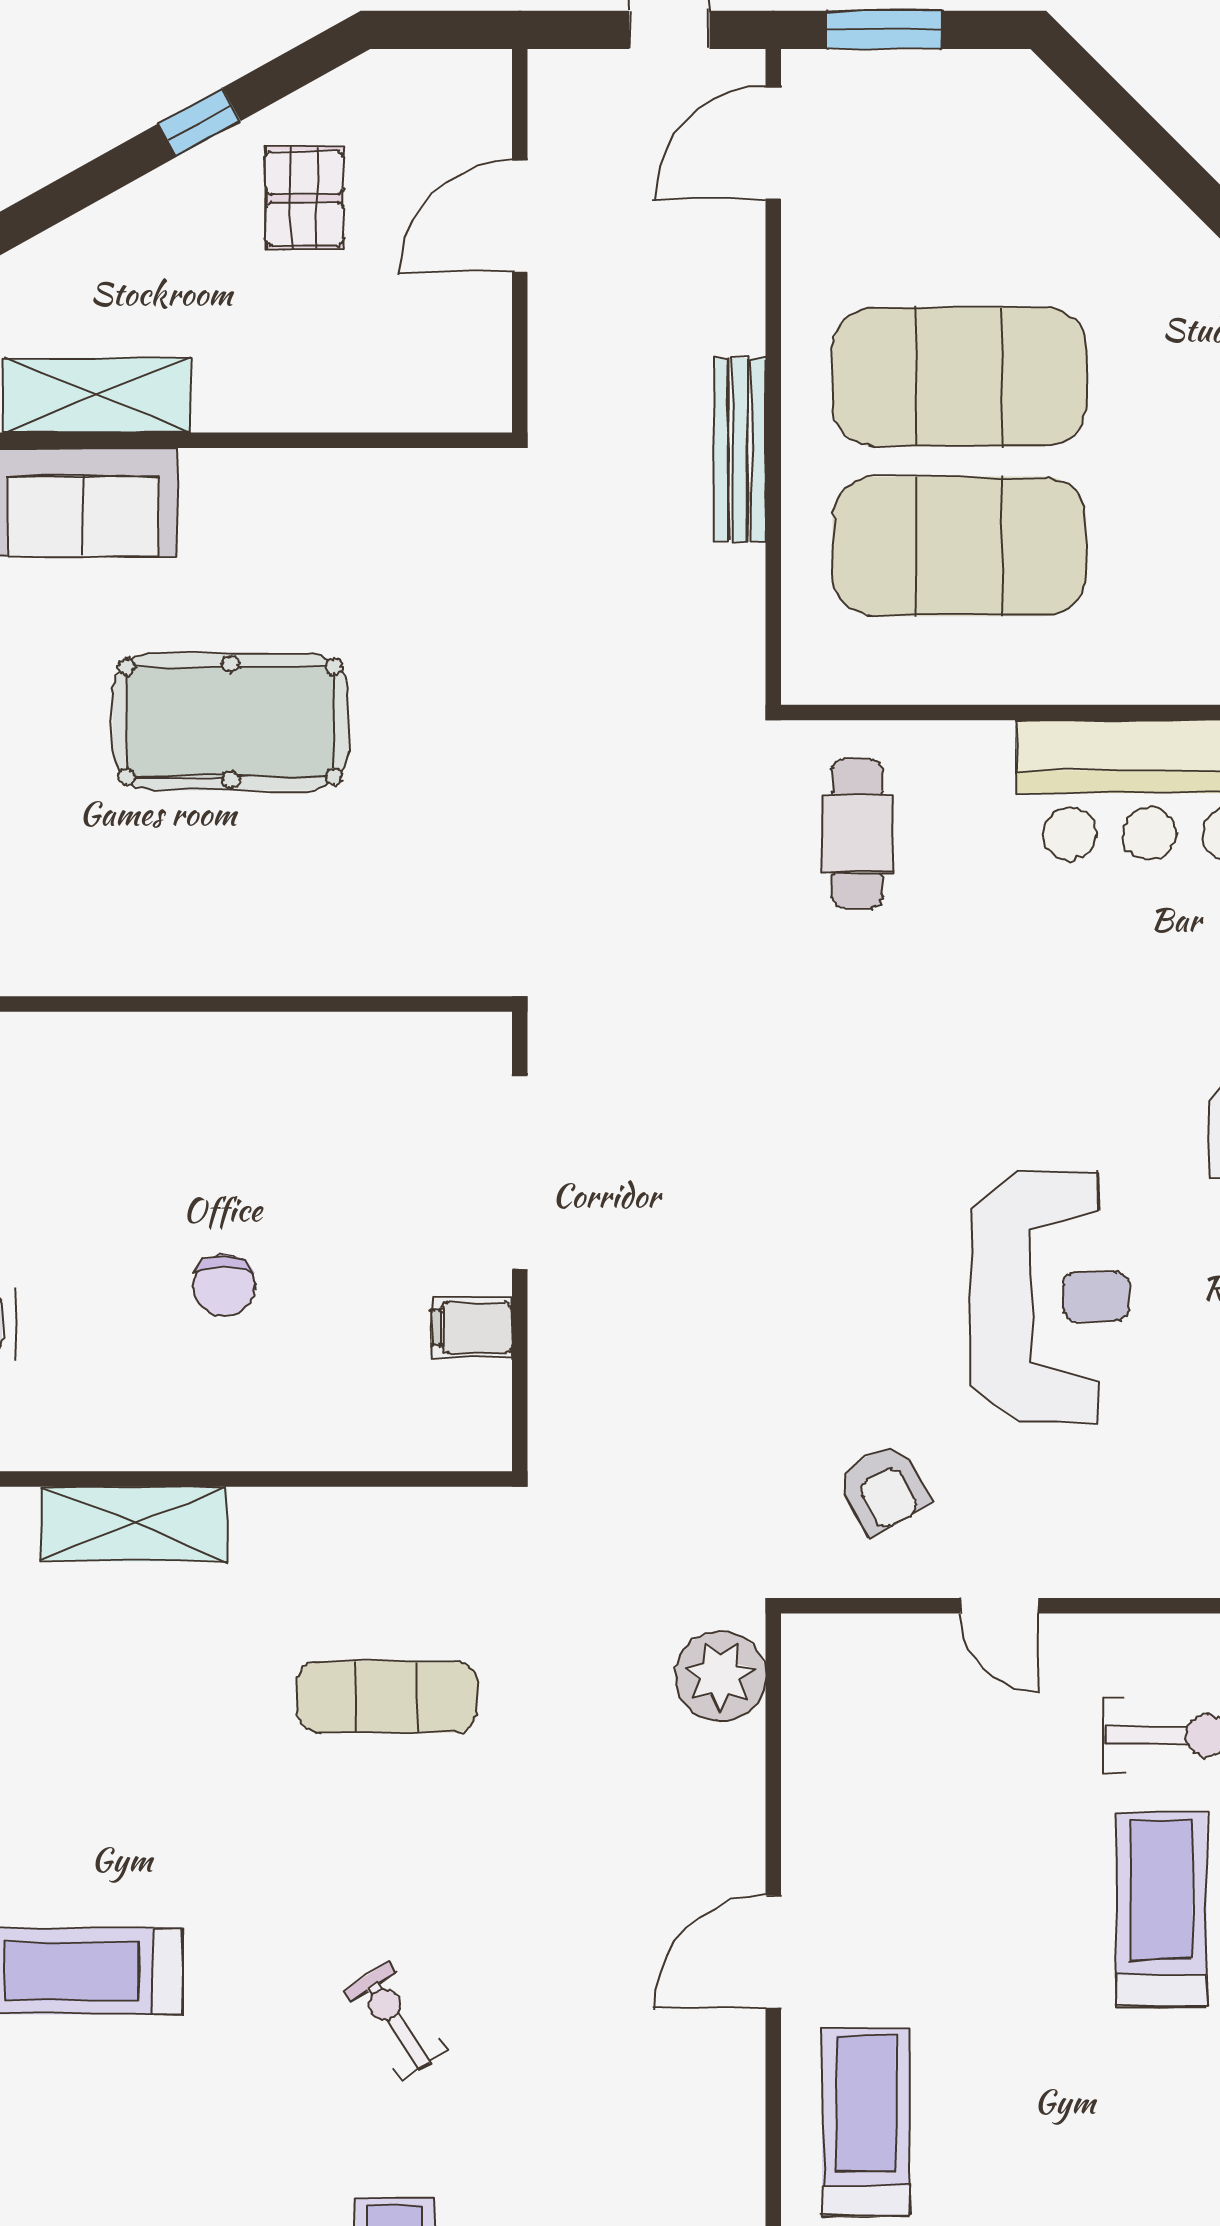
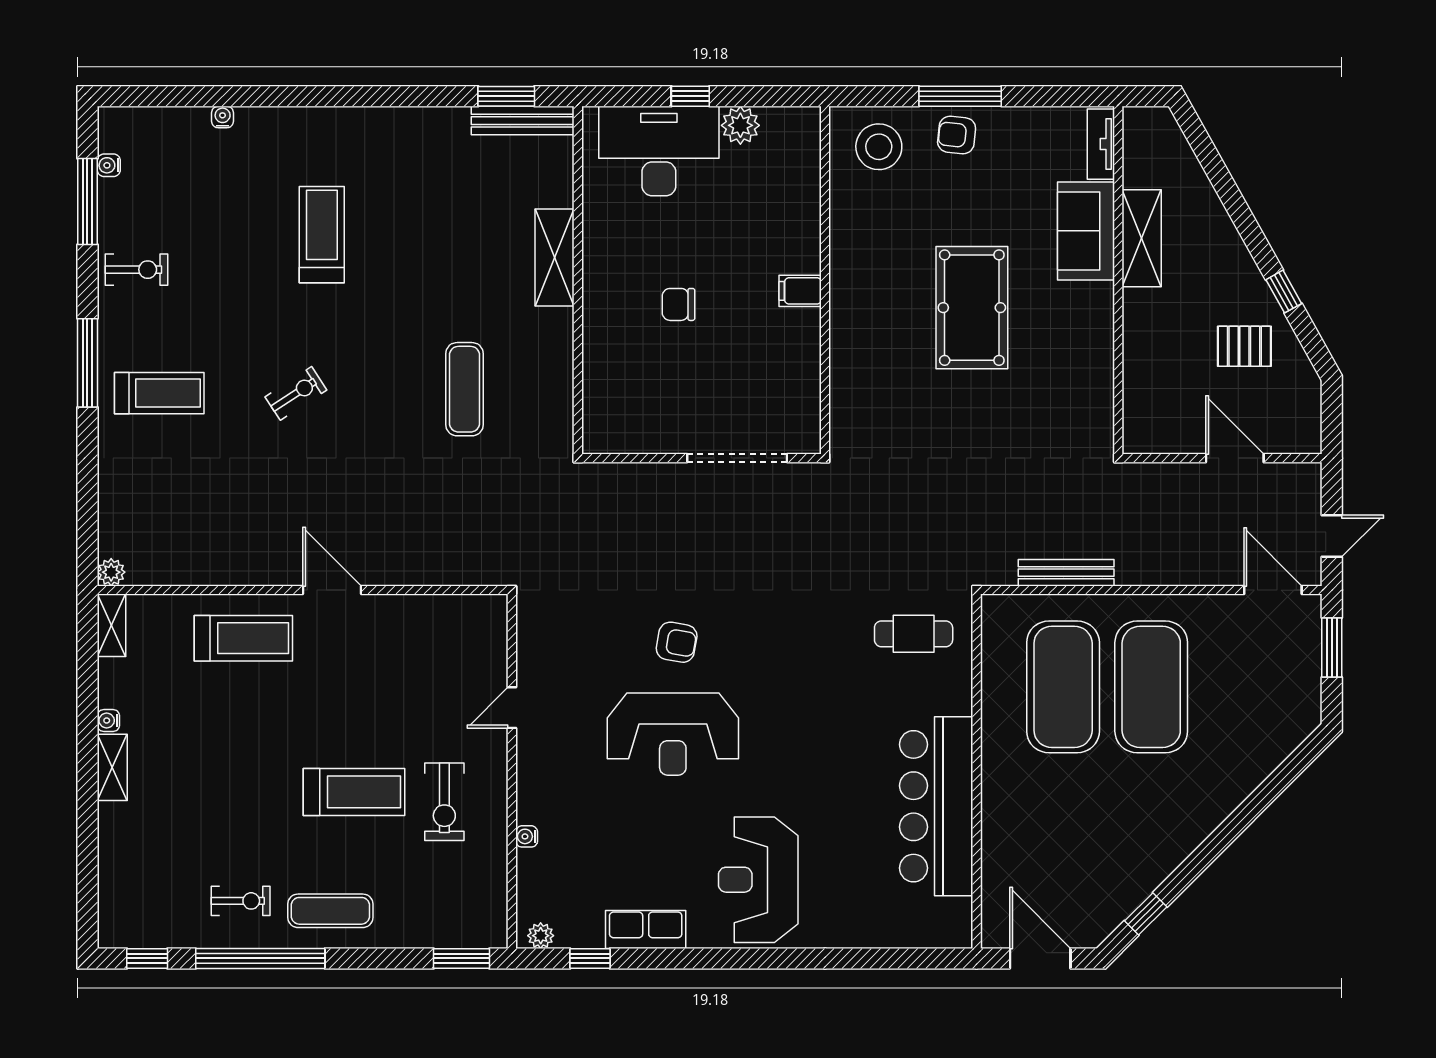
bench: (740, 450) -> (1066, 573), moved
filing cabinet: (472, 1328) -> (800, 291), moved, turned -90
armchair: (884, 1489) -> (677, 642), moved, turned -141
plant: (720, 1676) -> (475, 563), removed

